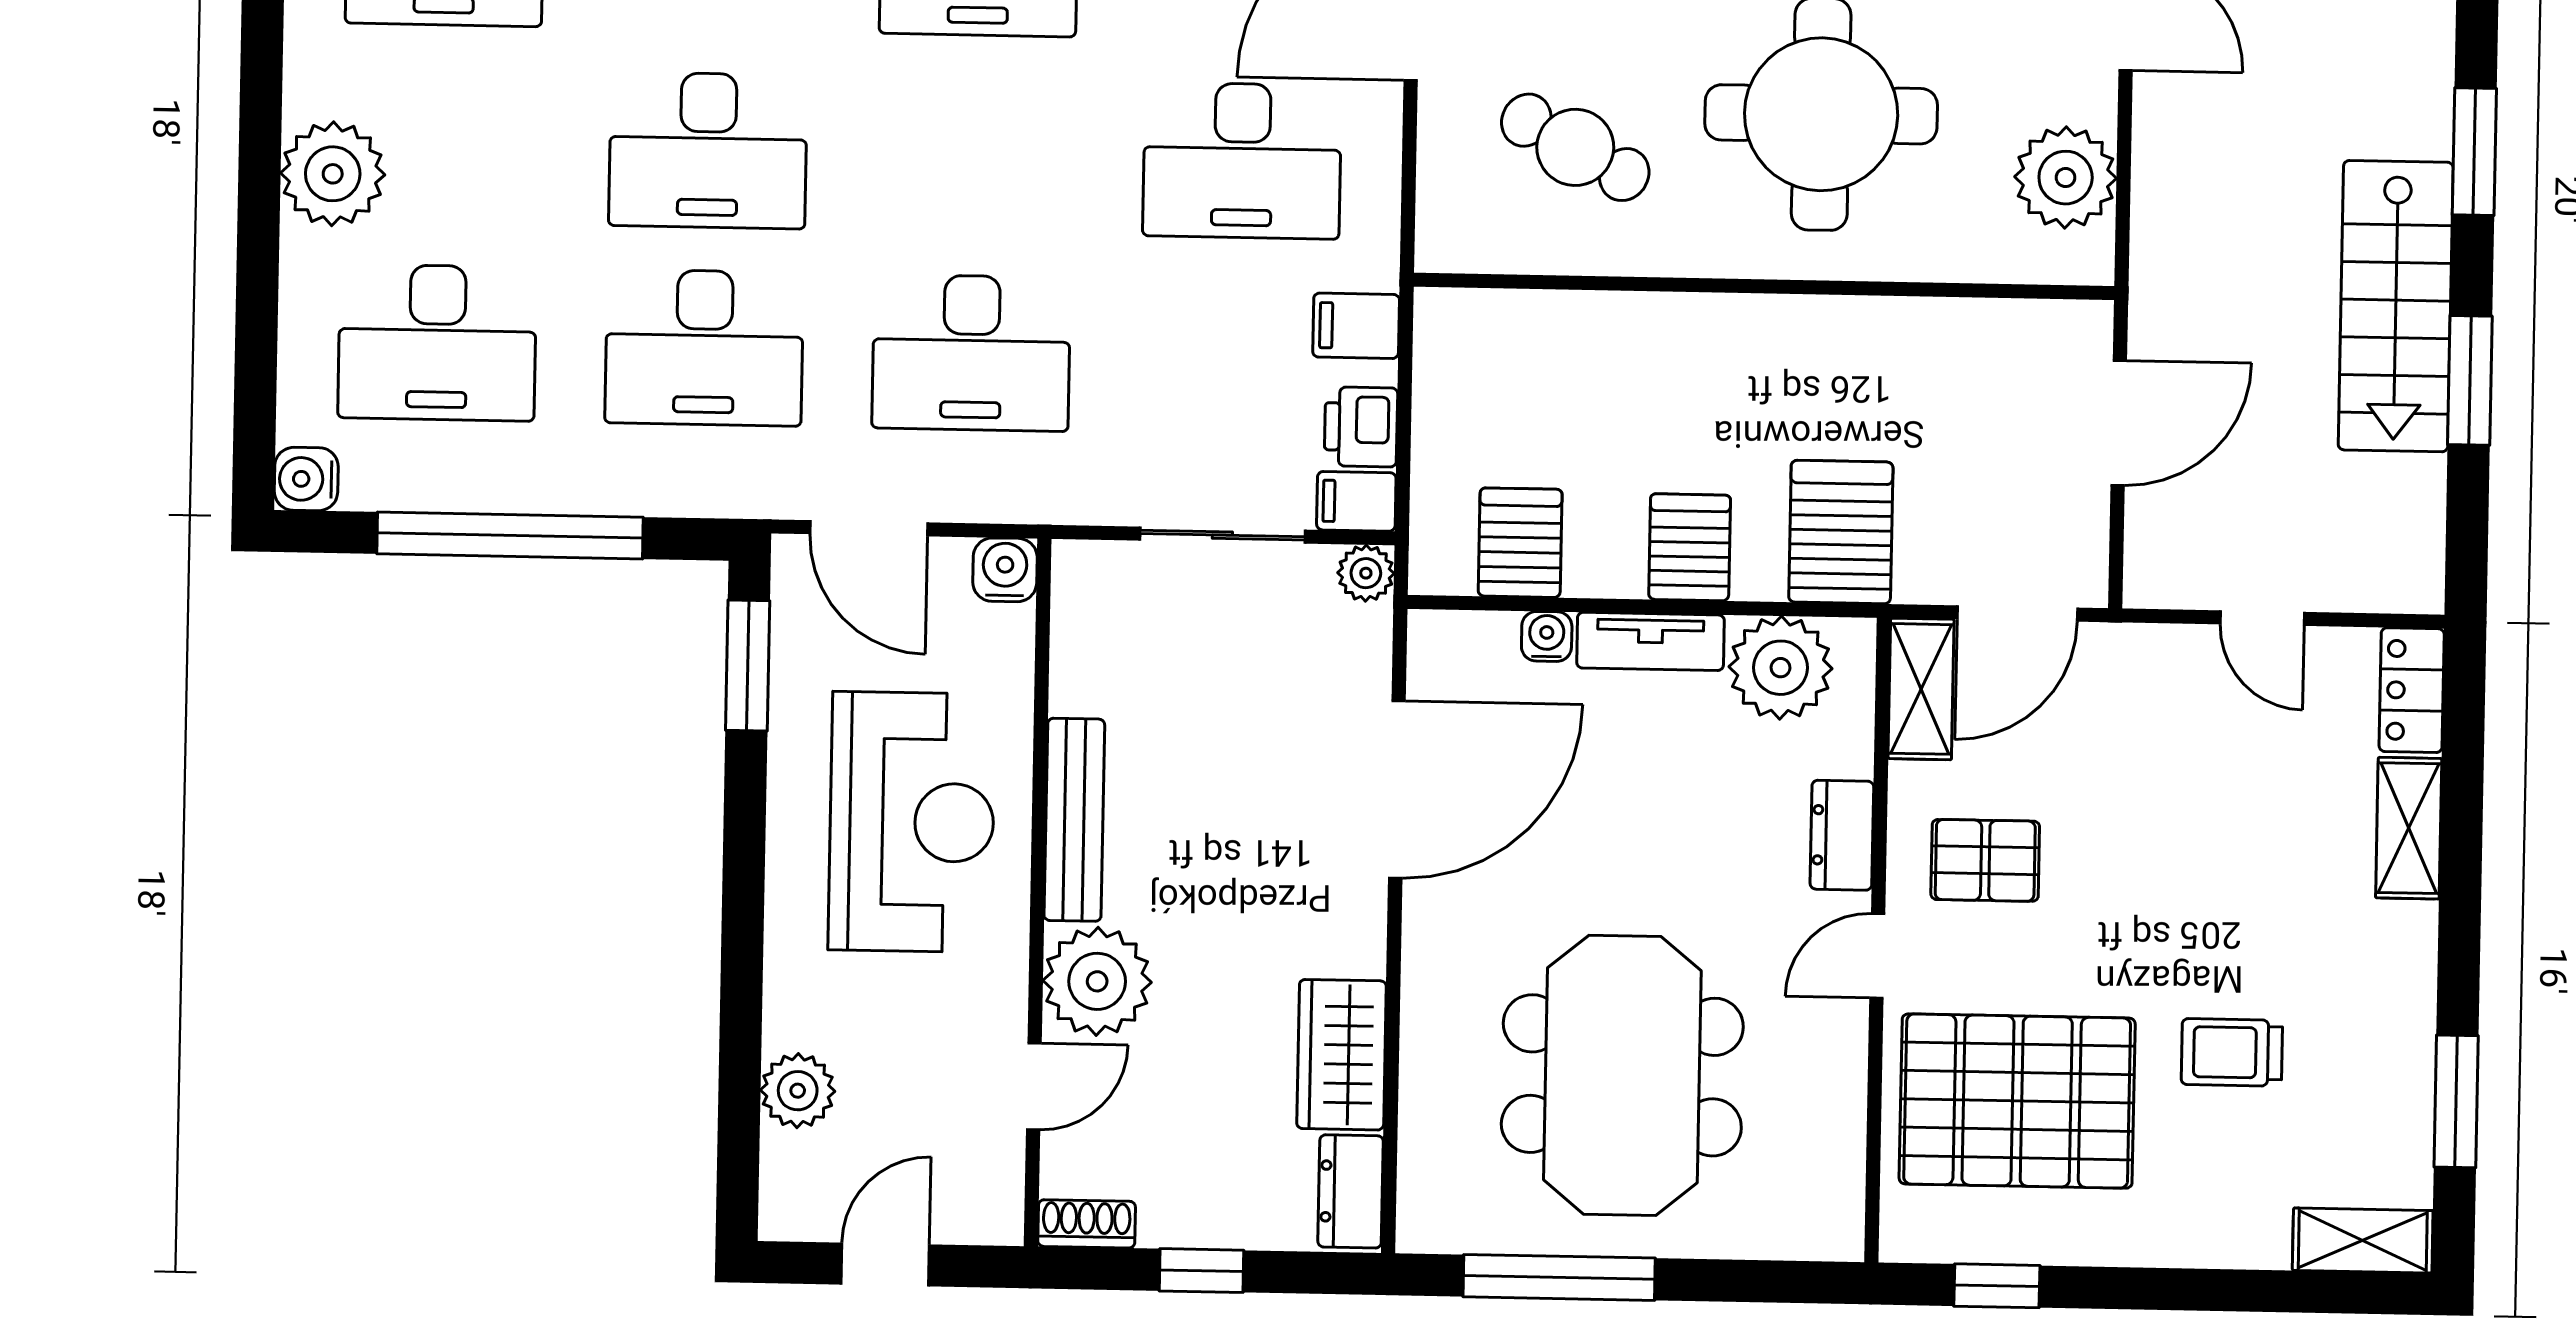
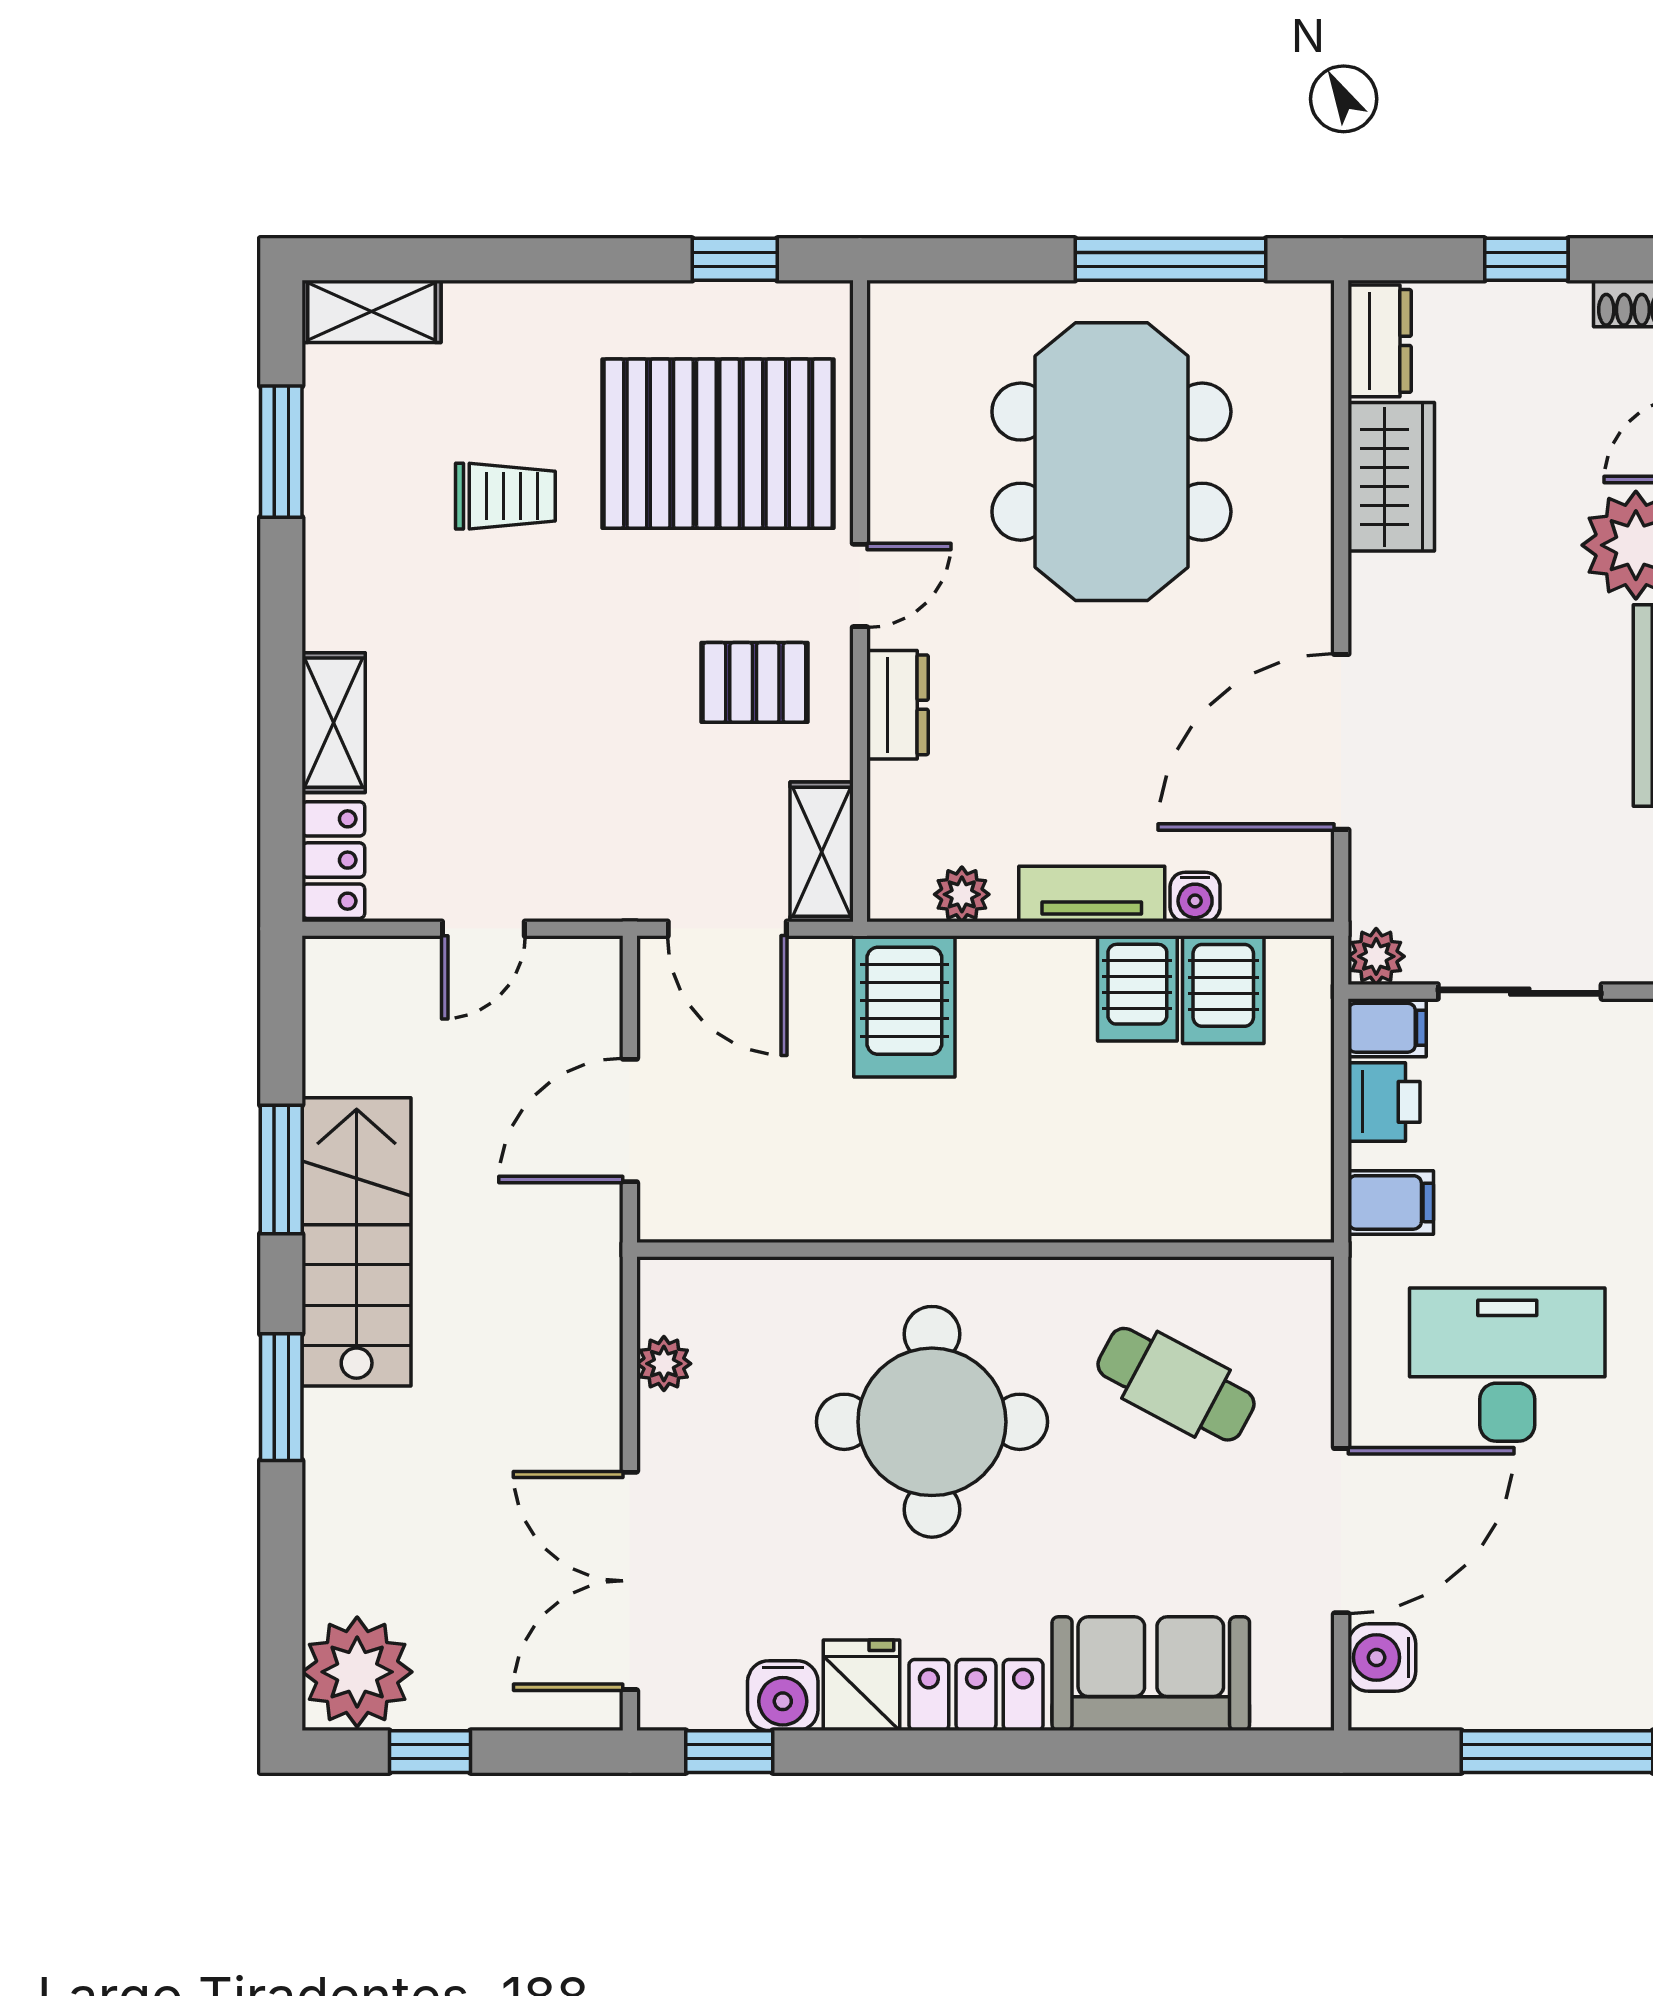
plant: (2066, 178) -> (664, 1364), width x0.53, depth x0.53
server rack: (1690, 547) -> (1137, 988), moved
door: (2017, 613) -> (727, 929), swing flipped
door: (2262, 618) -> (483, 929), swing flipped
plant: (1781, 668) -> (962, 894), width x0.53, depth x0.53

